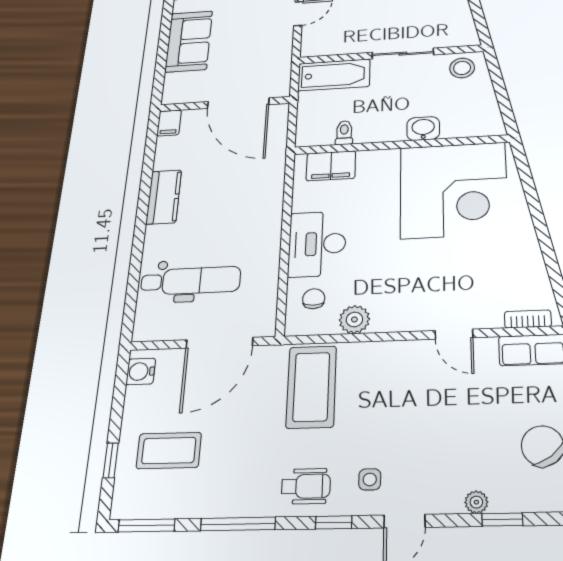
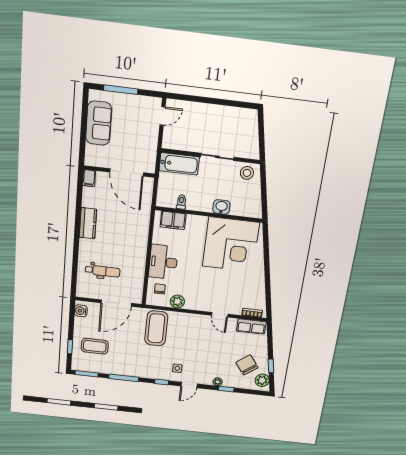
dental chair: (191, 281) -> (103, 271), width x0.73, depth x0.72
wheelchair: (306, 486) -> (151, 367), removed

